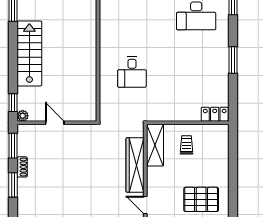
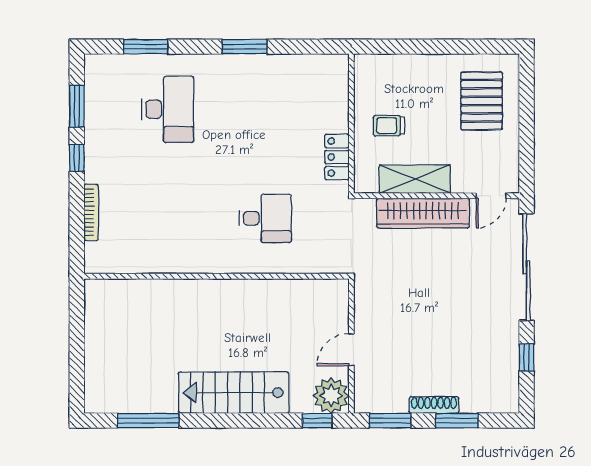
locker: (215, 114) -> (337, 157), moved
plant: (23, 116) -> (331, 396), width x1.88, depth x1.88
shelving: (155, 145) -> (415, 179), moved
shoe rack: (22, 167) -> (434, 405), width x1.43

